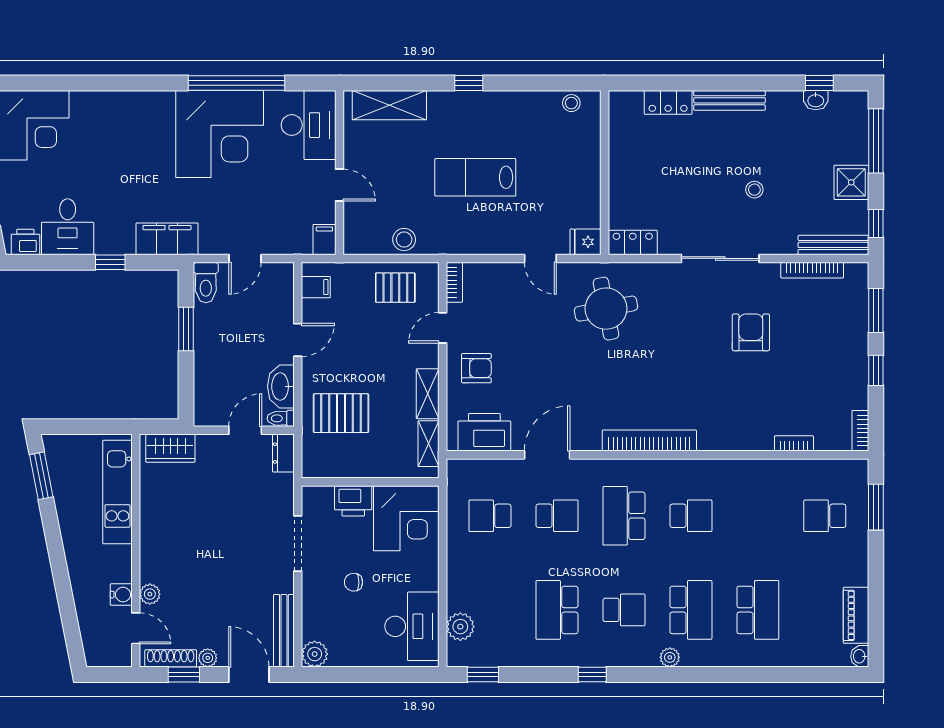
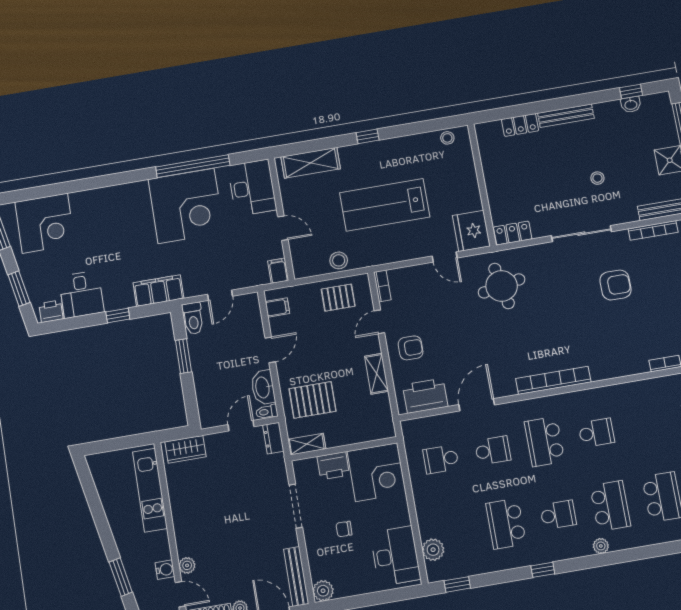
lab bench: (475, 177) -> (385, 205), width x1.36, depth x1.39
fridge: (586, 242) -> (471, 231), width x1.88, depth x1.34
armchair: (751, 332) -> (615, 285), turned 90
shelving: (429, 444) -> (307, 444), moved, turned 90
window: (41, 476) -> (121, 577), moved

